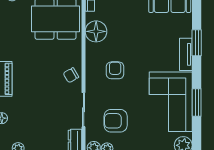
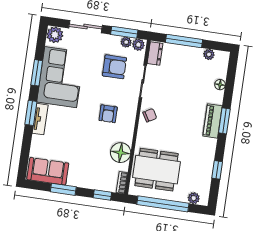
window: (197, 43) -> (31, 113), moved

